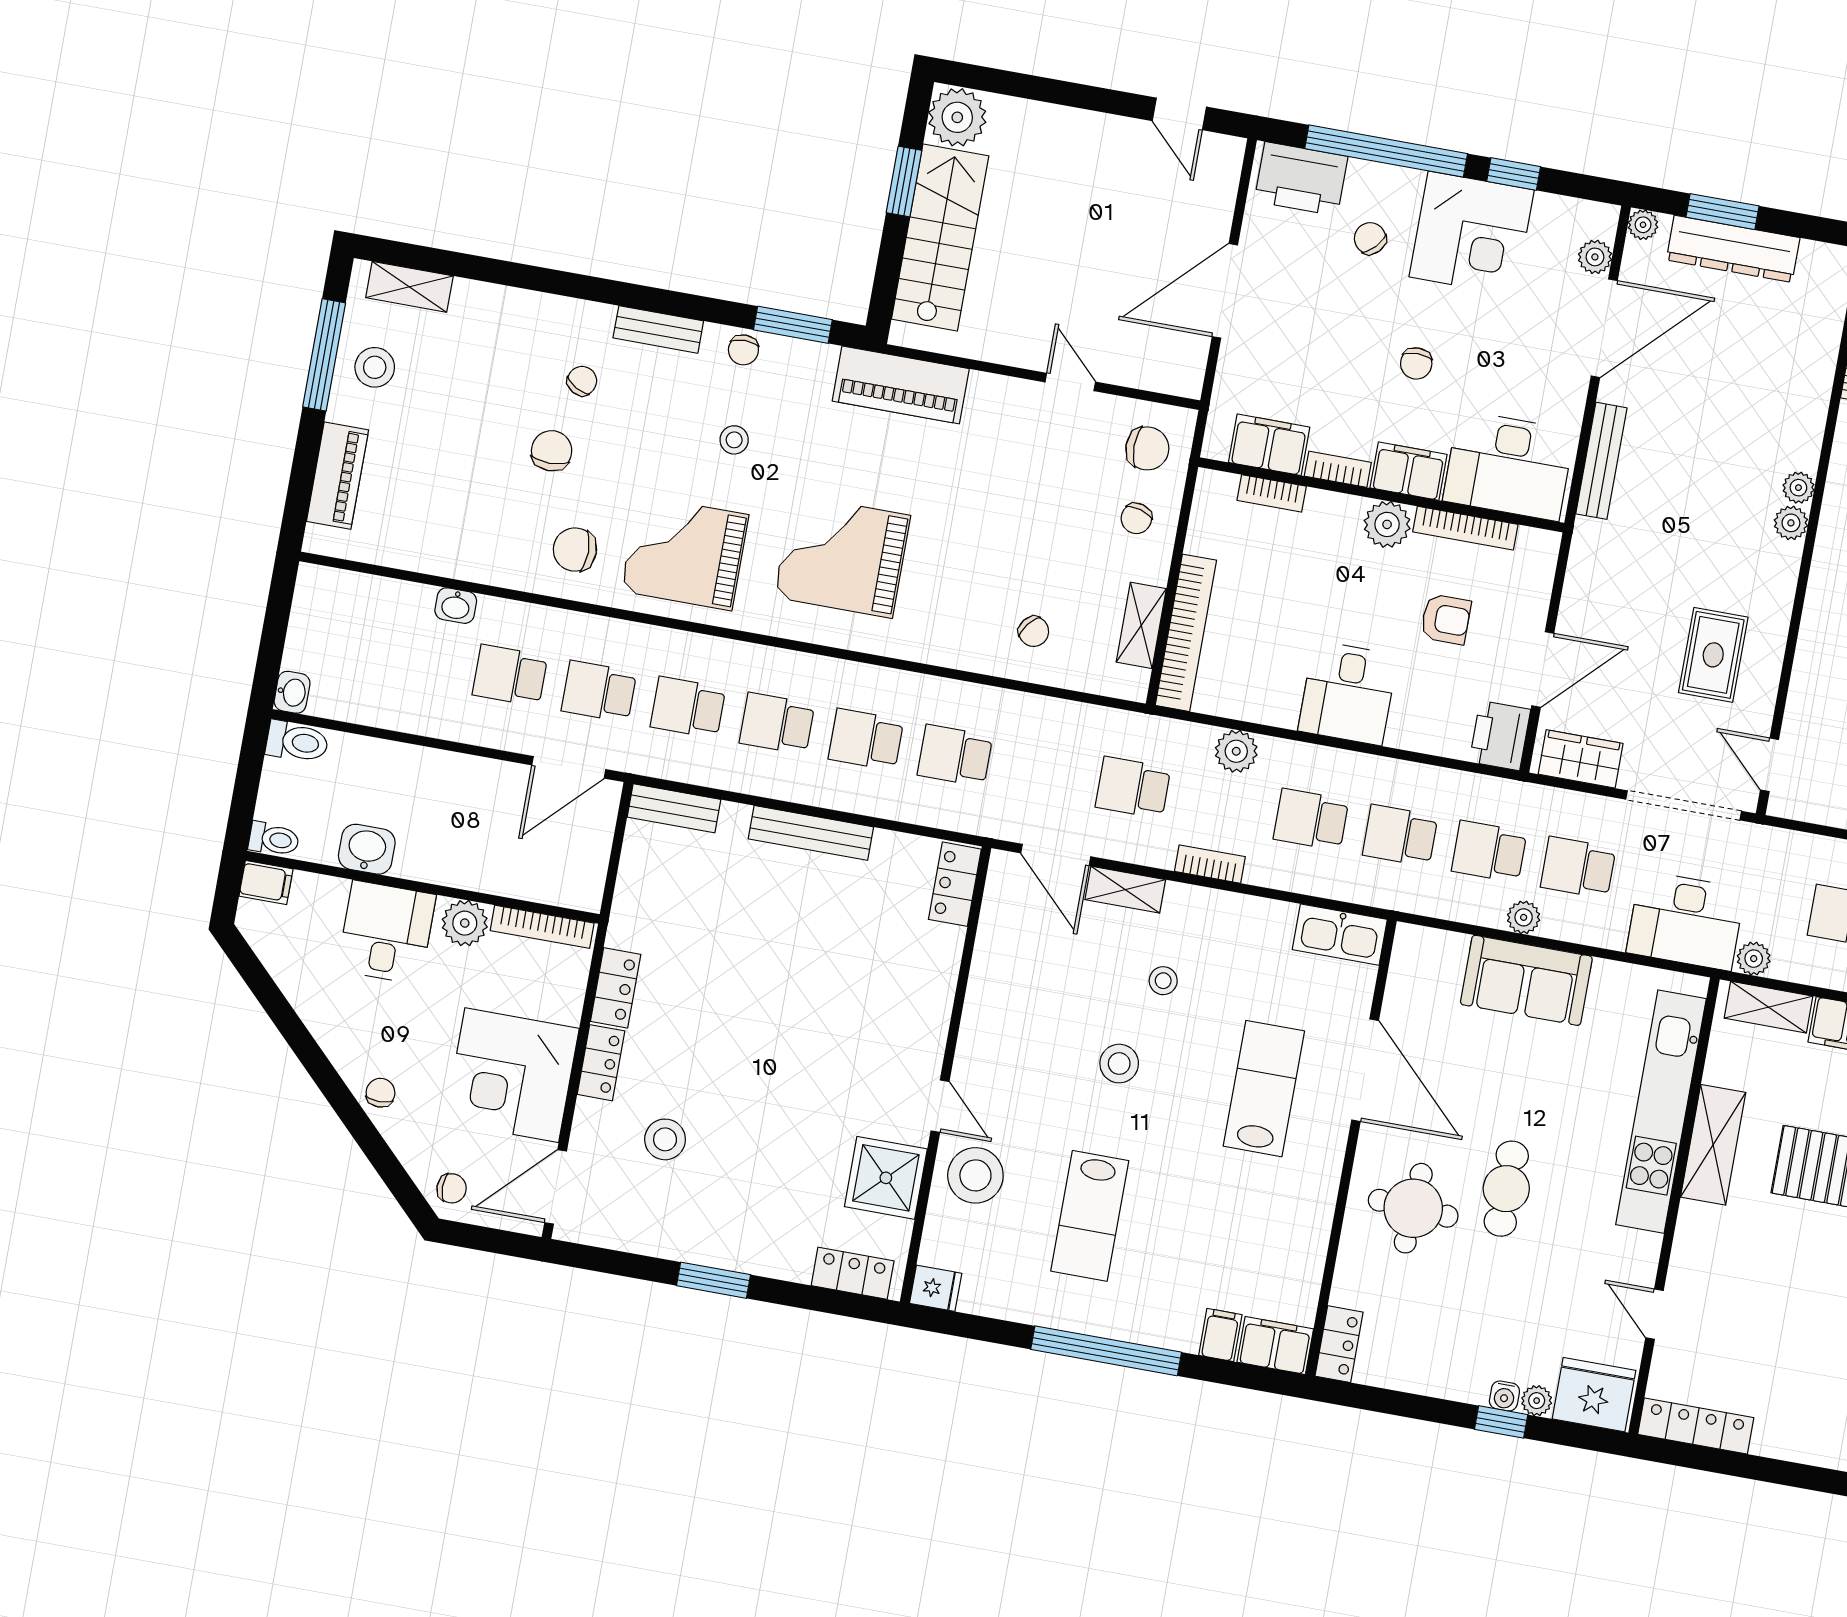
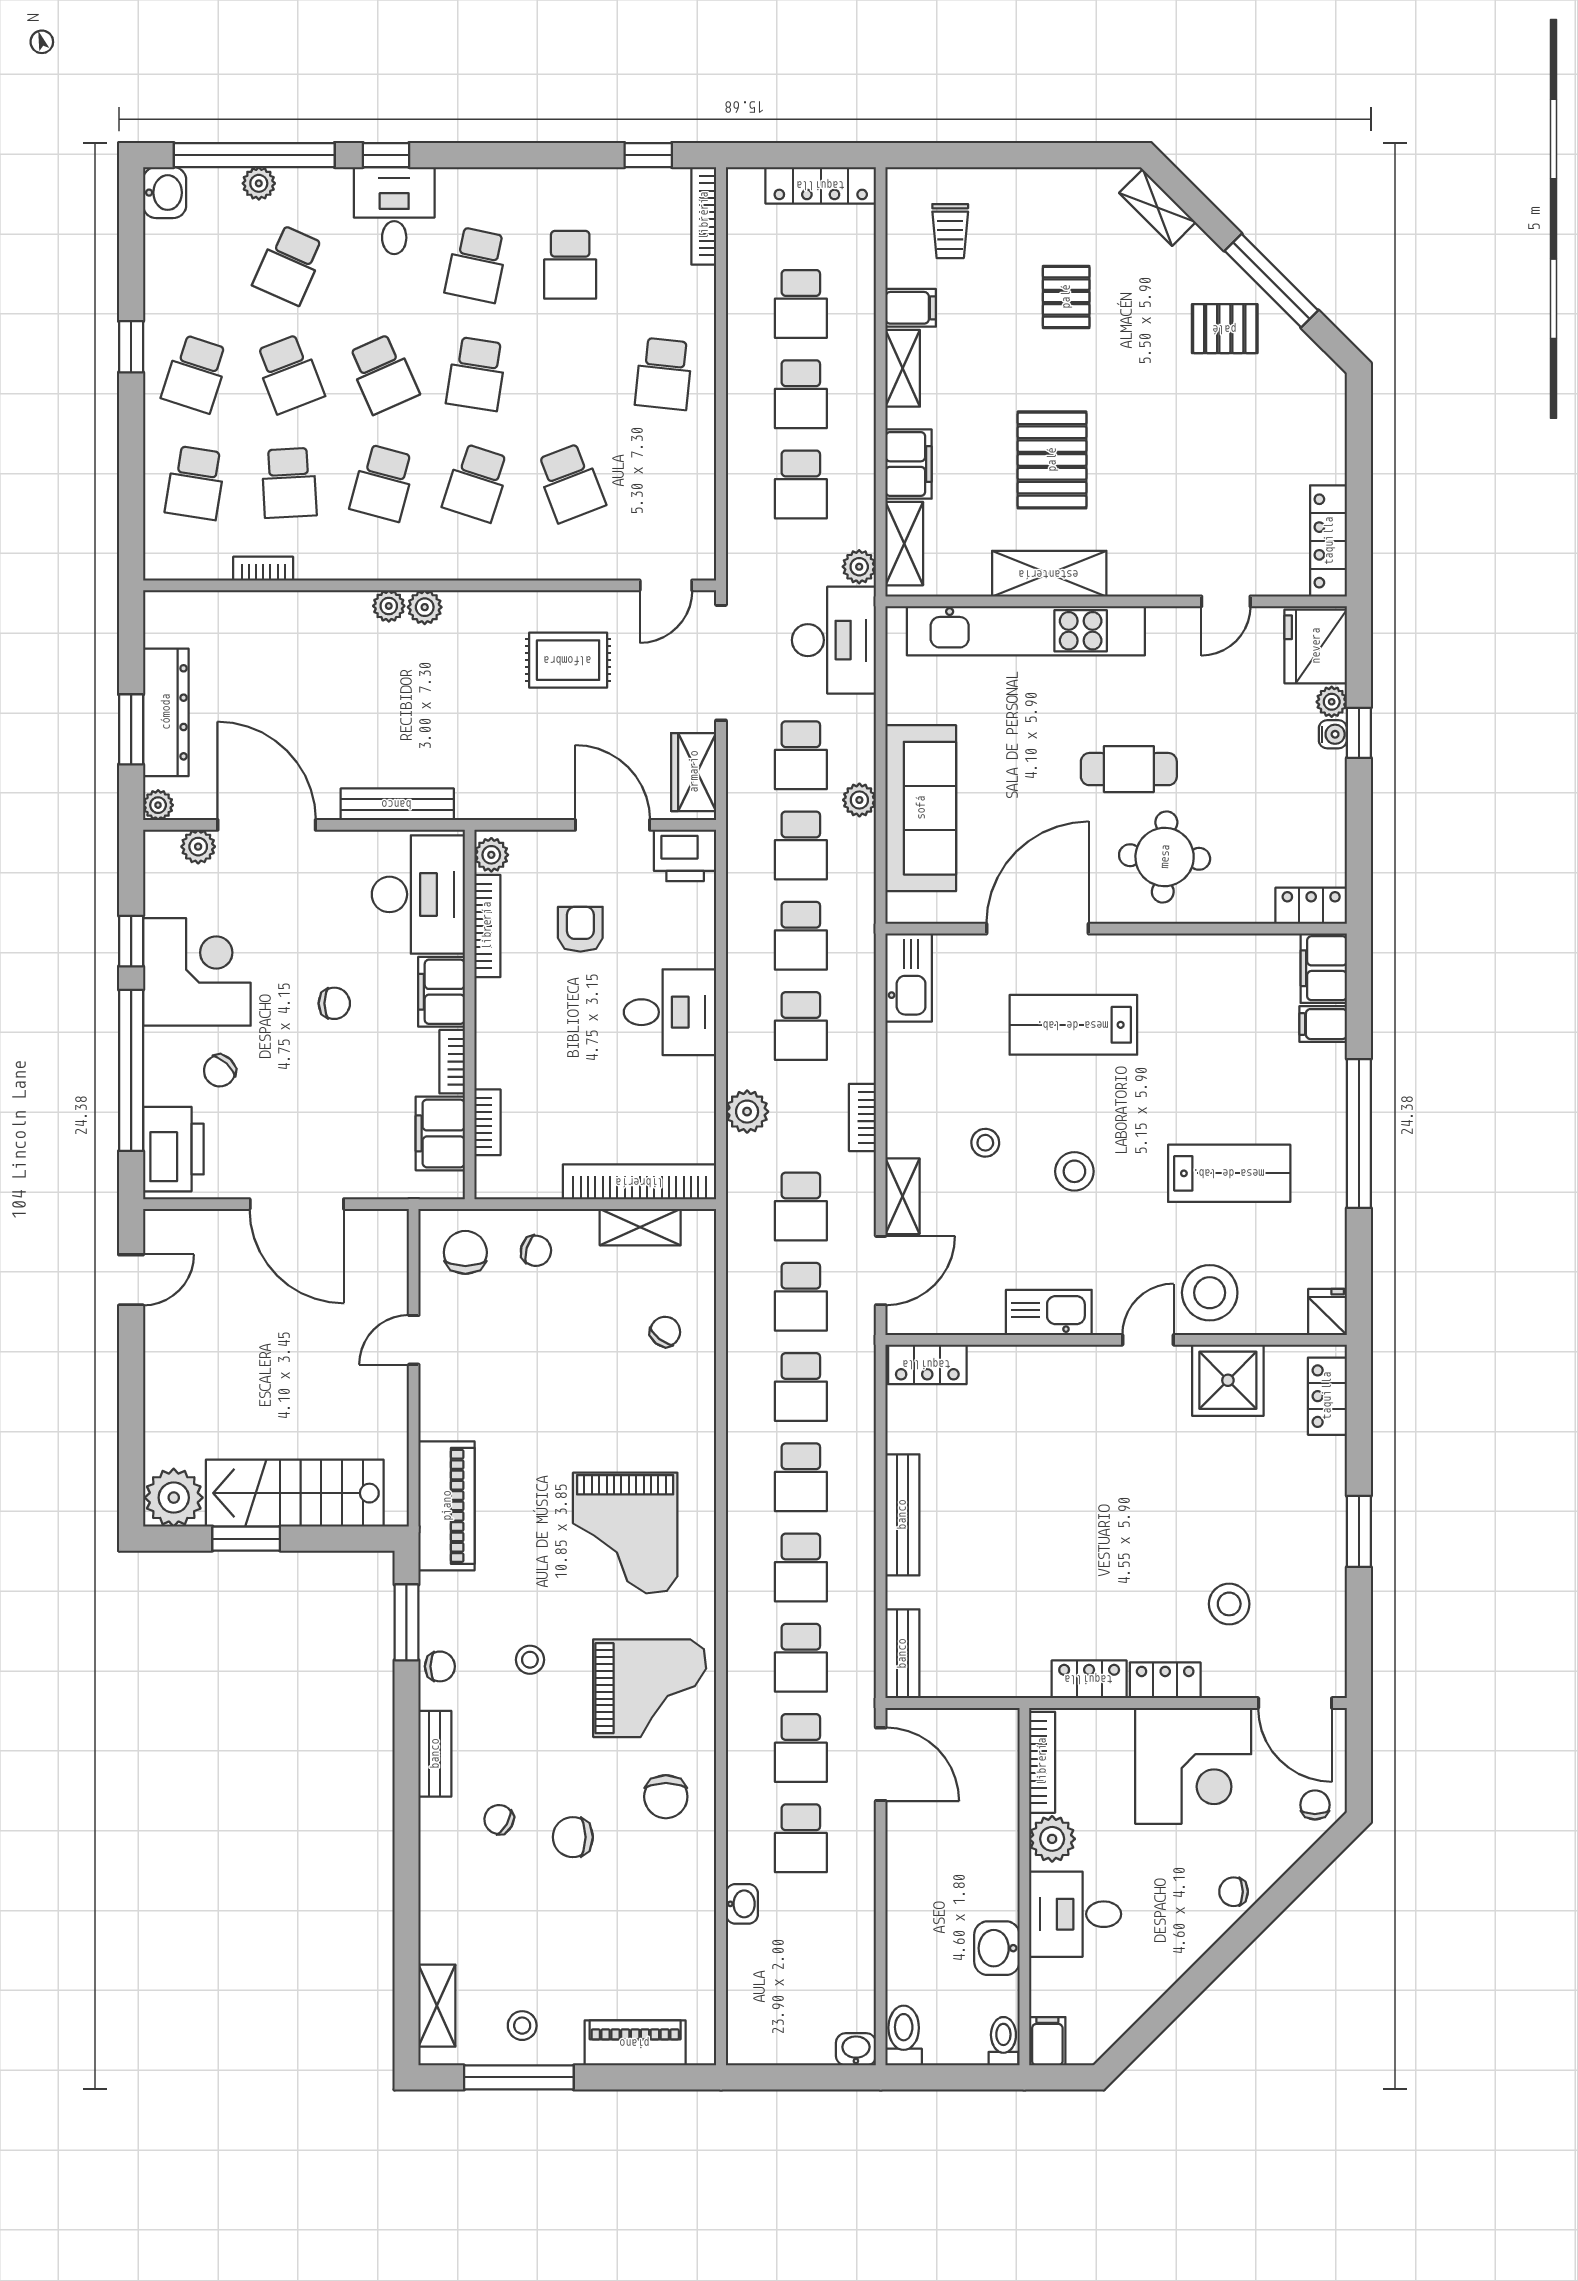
stool: (375, 367) -> (522, 2026), width x0.73, depth x0.73
plant: (1387, 524) -> (491, 855), moved, width x0.73, depth x0.73
grand piano: (685, 553) -> (650, 1688), turned -90
school desk: (1044, 771) -> (801, 1297), added
sofa: (1526, 980) -> (921, 808), width x1.36
kitchen sink: (985, 1013) -> (1049, 1312), added

